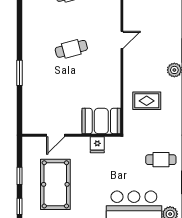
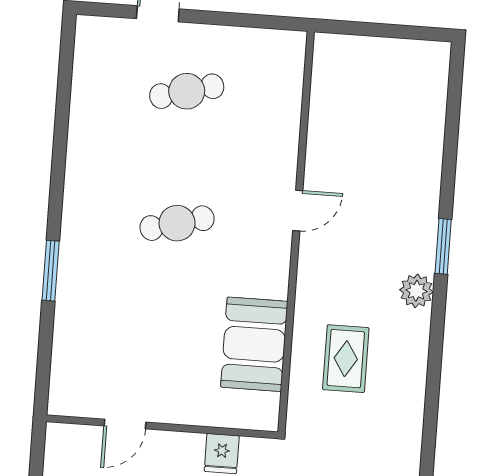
rug: (147, 101) -> (346, 359), turned 90
booth: (101, 121) -> (254, 344), moved, turned 90

